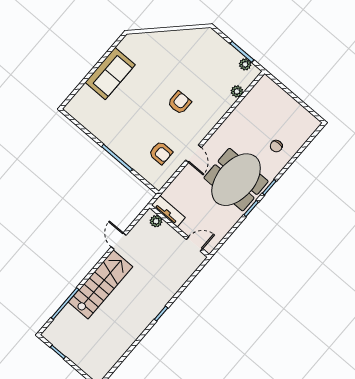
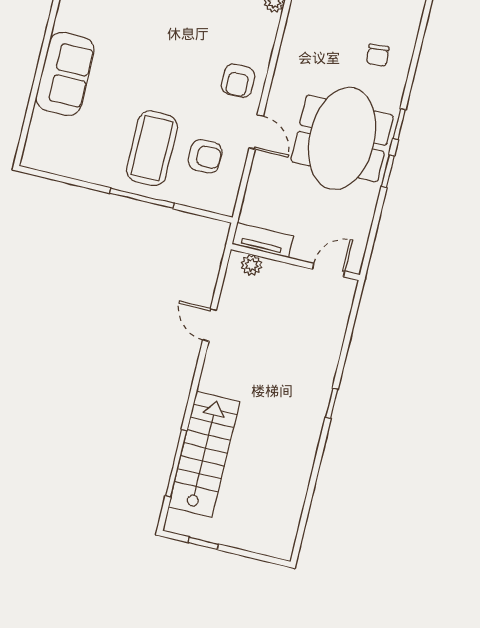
armchair: (179, 103) -> (238, 81), moved, turned 180
coffee table: (135, 135) -> (152, 148), added
stairs: (101, 284) -> (204, 454), moved

